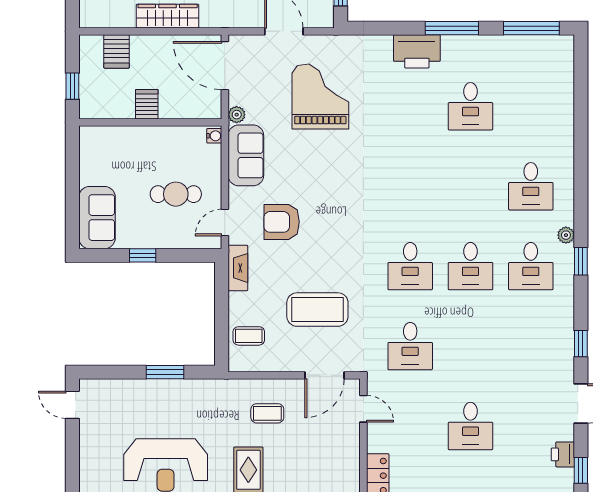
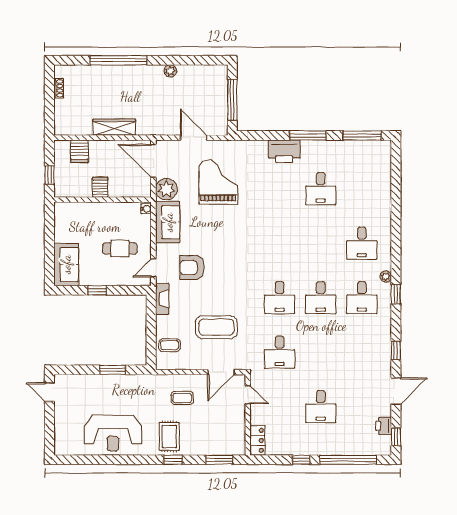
plant: (237, 115) -> (166, 189), width x1.88, depth x1.88

